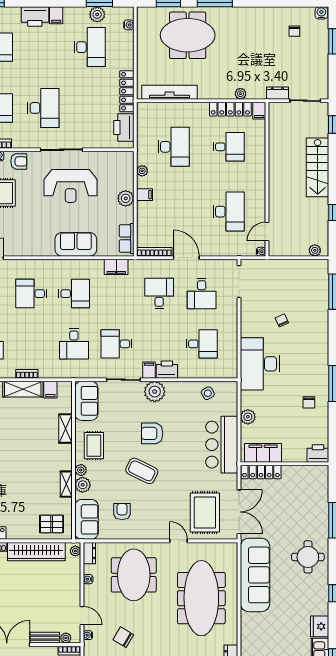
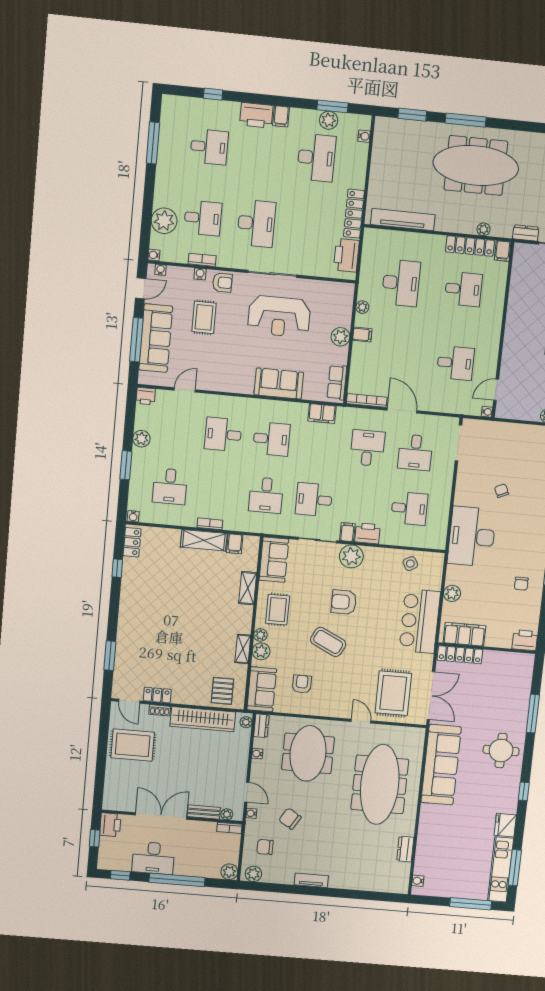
meeting table: (188, 35) -> (476, 165), moved, width x1.36
desk: (229, 212) -> (455, 363), width x0.73
pallet: (52, 524) -> (222, 691), turned 90

